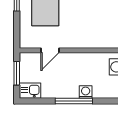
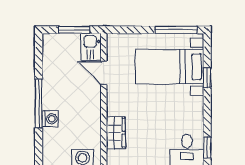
wardrobe: (96, 41) -> (116, 133), added
kitchen sink: (30, 91) -> (91, 47), moved, turned 180

